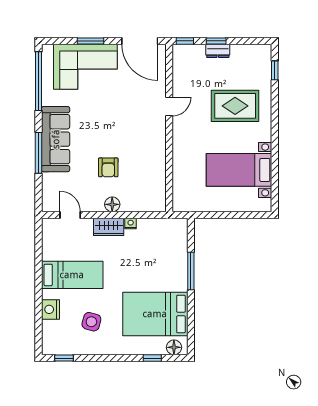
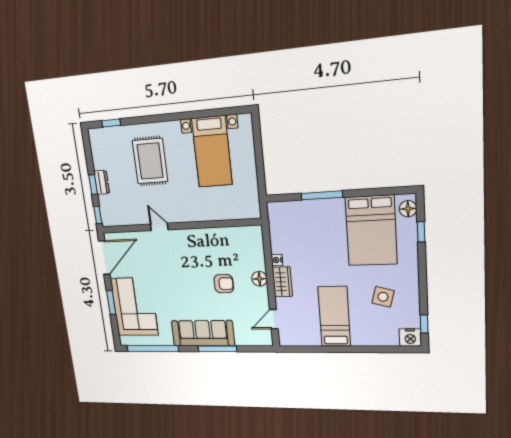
nightstand: (51, 309) -> (410, 338), moved

